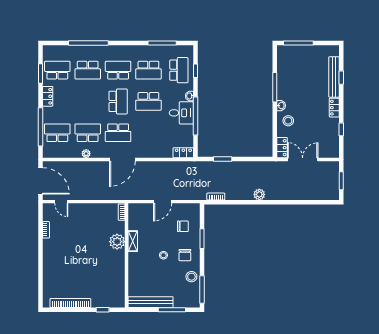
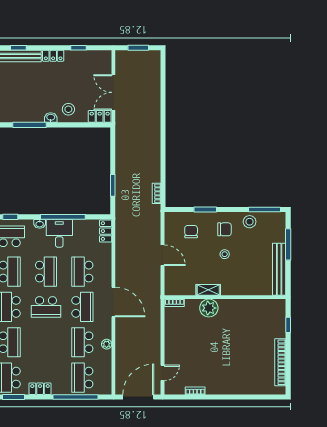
school desk: (118, 101) -> (46, 307), turned 180
school desk: (148, 133) -> (82, 272), added
plant: (259, 194) -> (154, 143), removed

